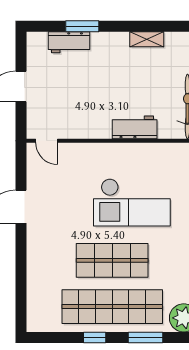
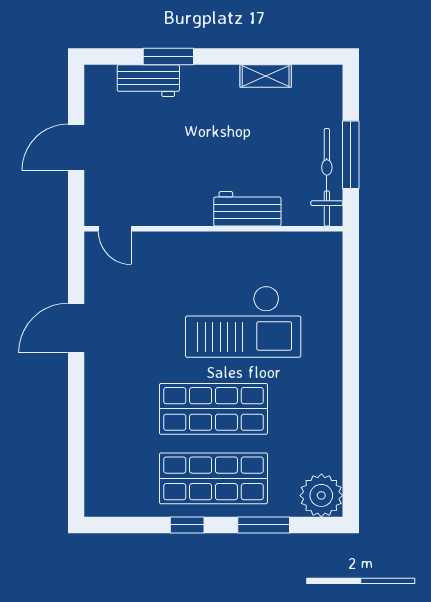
shop shelf: (112, 307) -> (213, 478), width x0.71

